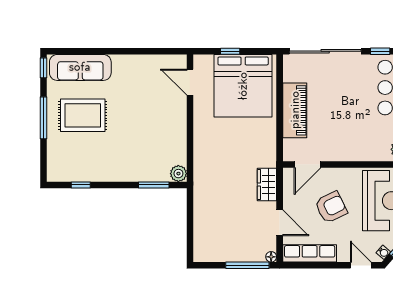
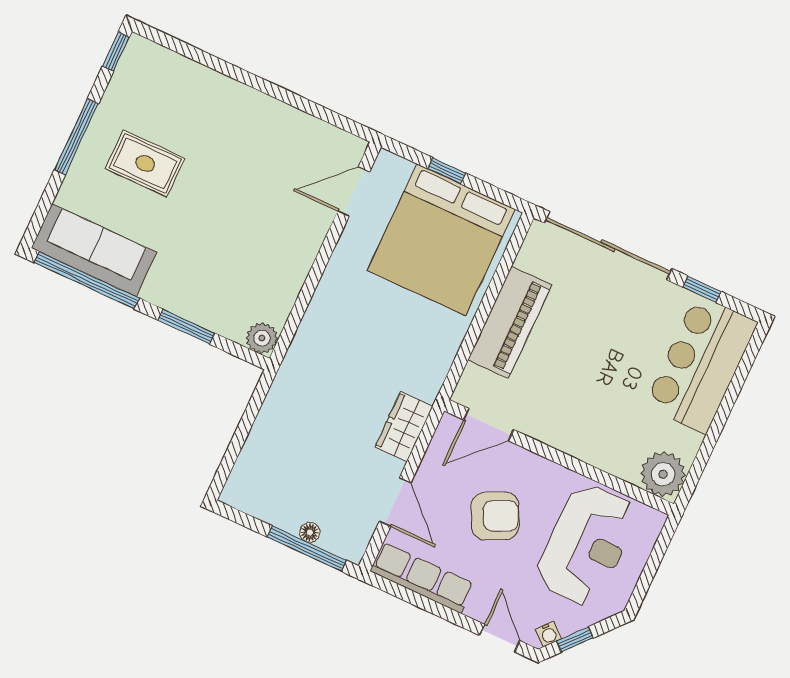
sofa: (80, 67) -> (94, 250), moved, turned 180
door: (190, 82) -> (354, 192), hinge flipped
rug: (83, 115) -> (145, 163), width x0.73, depth x0.70
window: (81, 185) -> (87, 280), width x3.17
window: (154, 185) -> (186, 327), moved
floor lamp: (271, 257) -> (310, 532), moved

